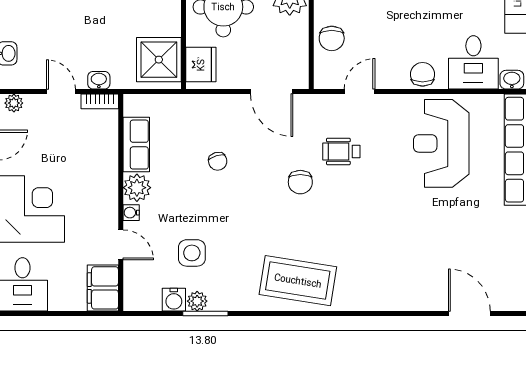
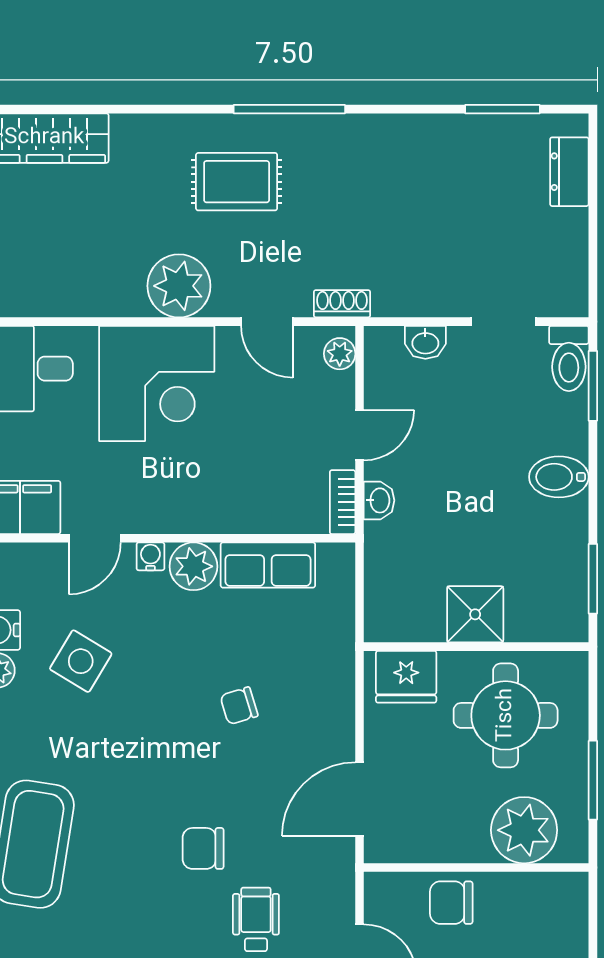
shower: (159, 60) -> (475, 614), moved, width x0.73, depth x0.73
side table: (192, 253) -> (81, 661), turned 31

